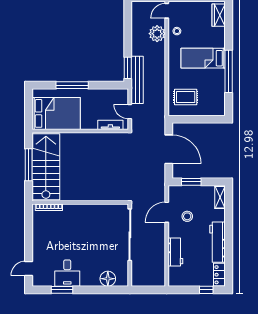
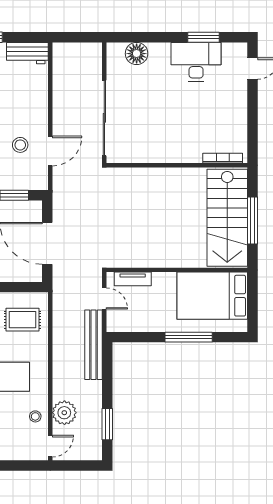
window: (128, 68) -> (107, 424), moved
workbench: (175, 252) -> (27, 53), moved, turned -90
desk: (67, 273) -> (196, 62), width x1.37

